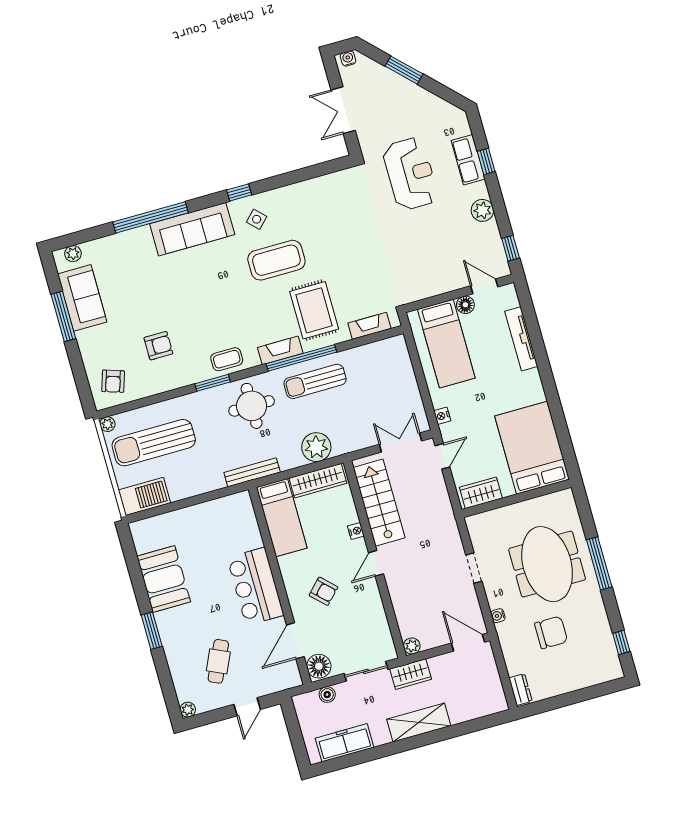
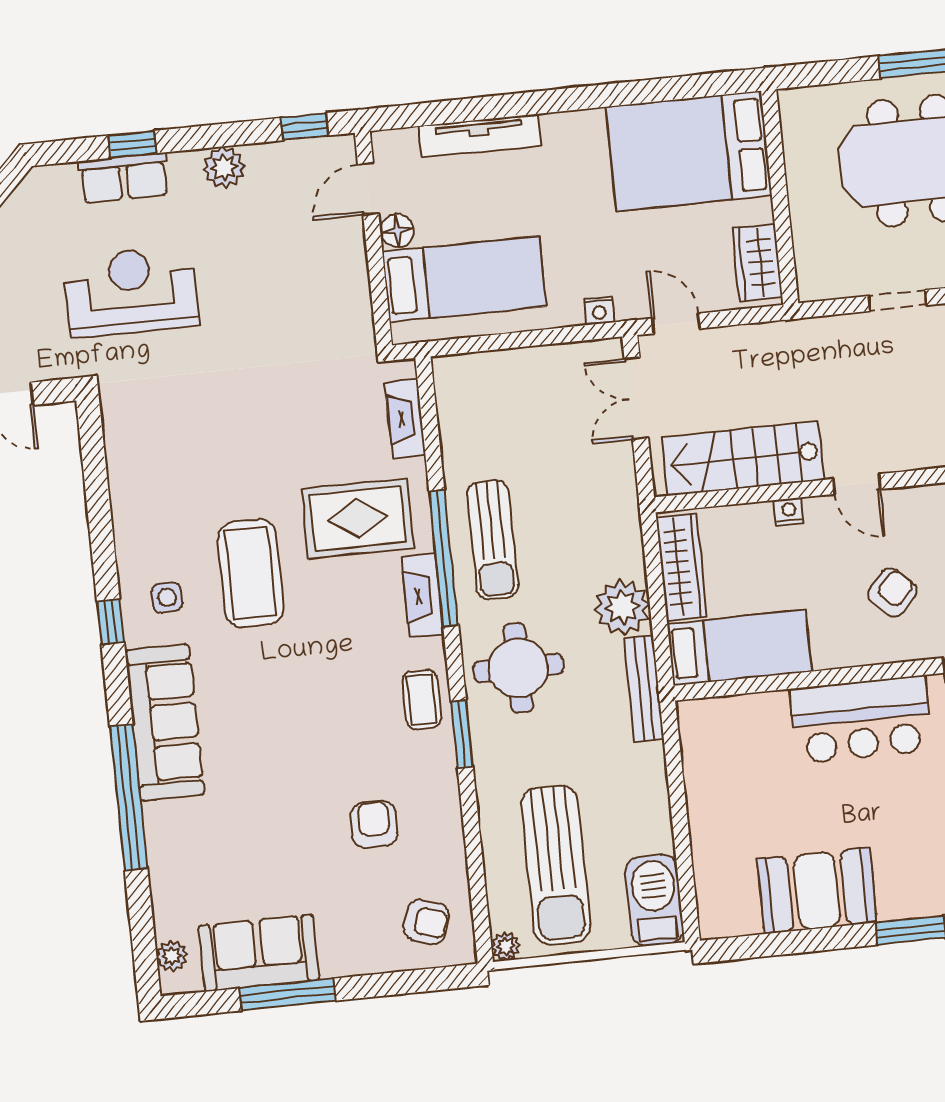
side table: (257, 219) -> (167, 597), turned 45
plant: (316, 447) -> (622, 607), moved

